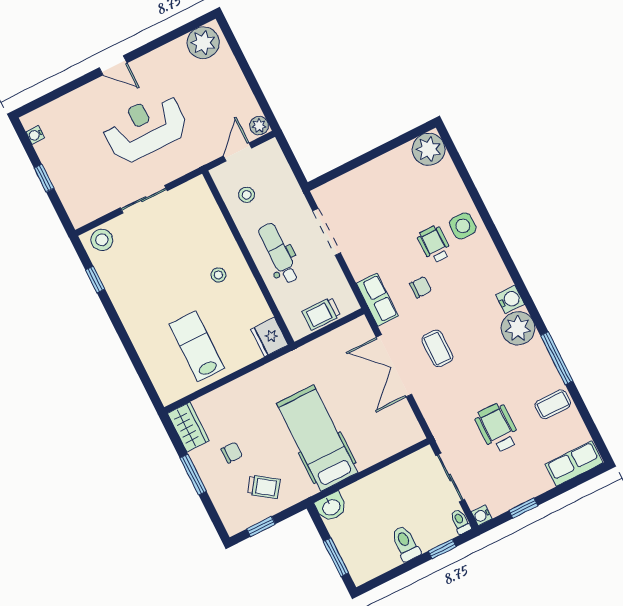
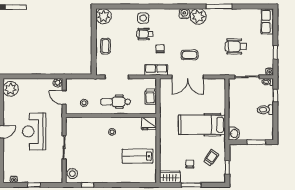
coffee table: (553, 404) -> (105, 46), moved

